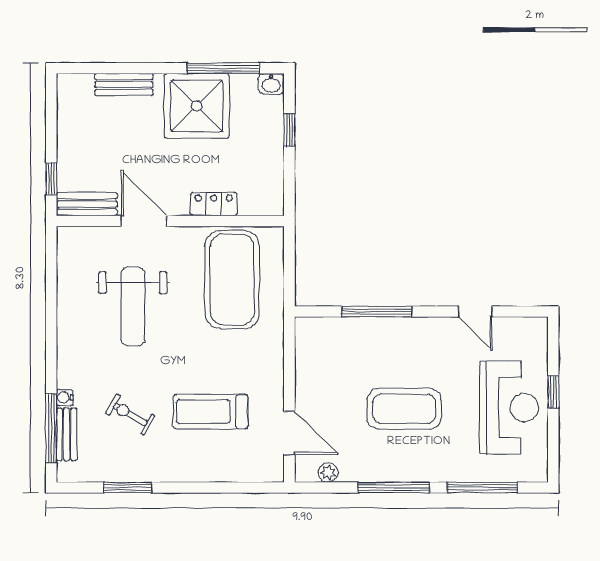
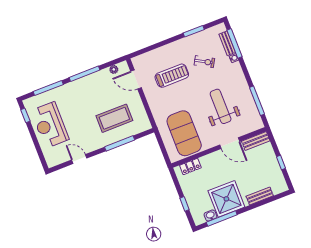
washbasin: (271, 84) -> (210, 216), moved
window: (51, 179) -> (281, 163), moved
locker: (214, 204) -> (190, 167), moved
window: (51, 288) -> (257, 101), added
window: (553, 392) -> (25, 115), moved
coffee table: (404, 409) -> (114, 118), moved

